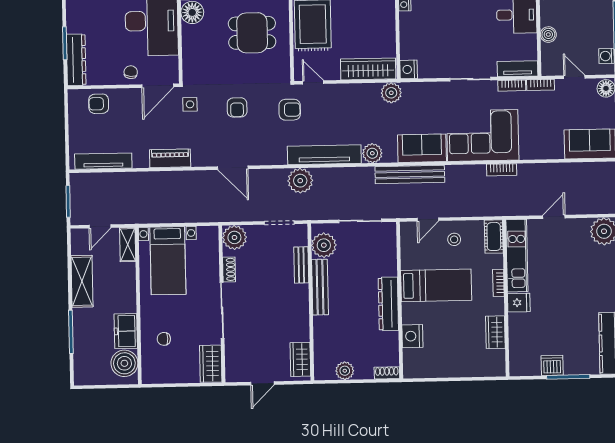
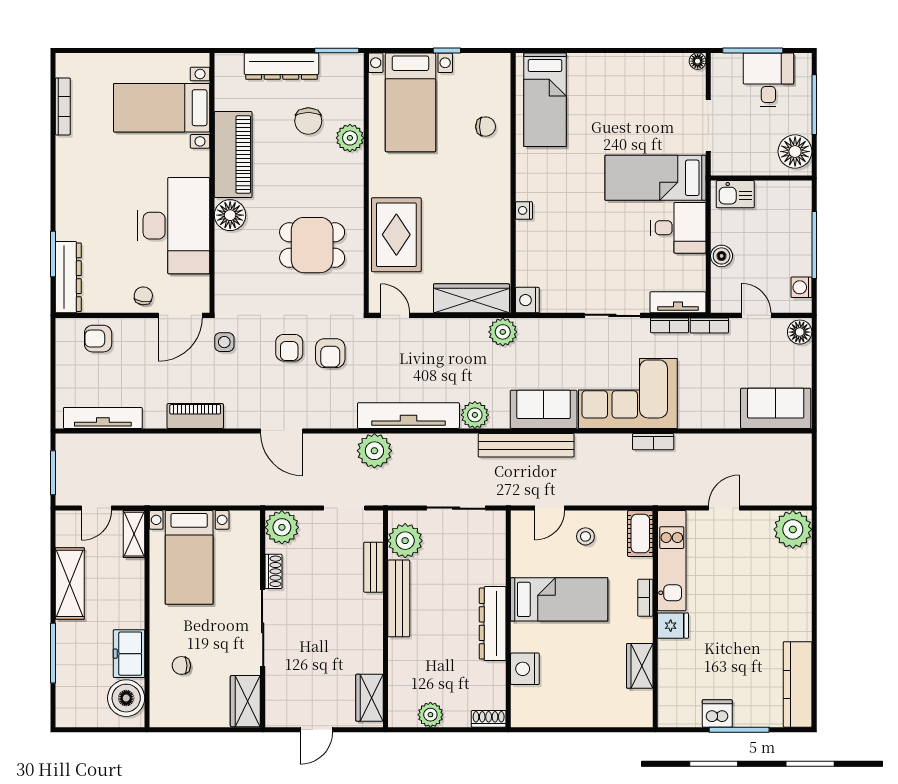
armchair: (290, 110) -> (330, 353), moved, turned 90

